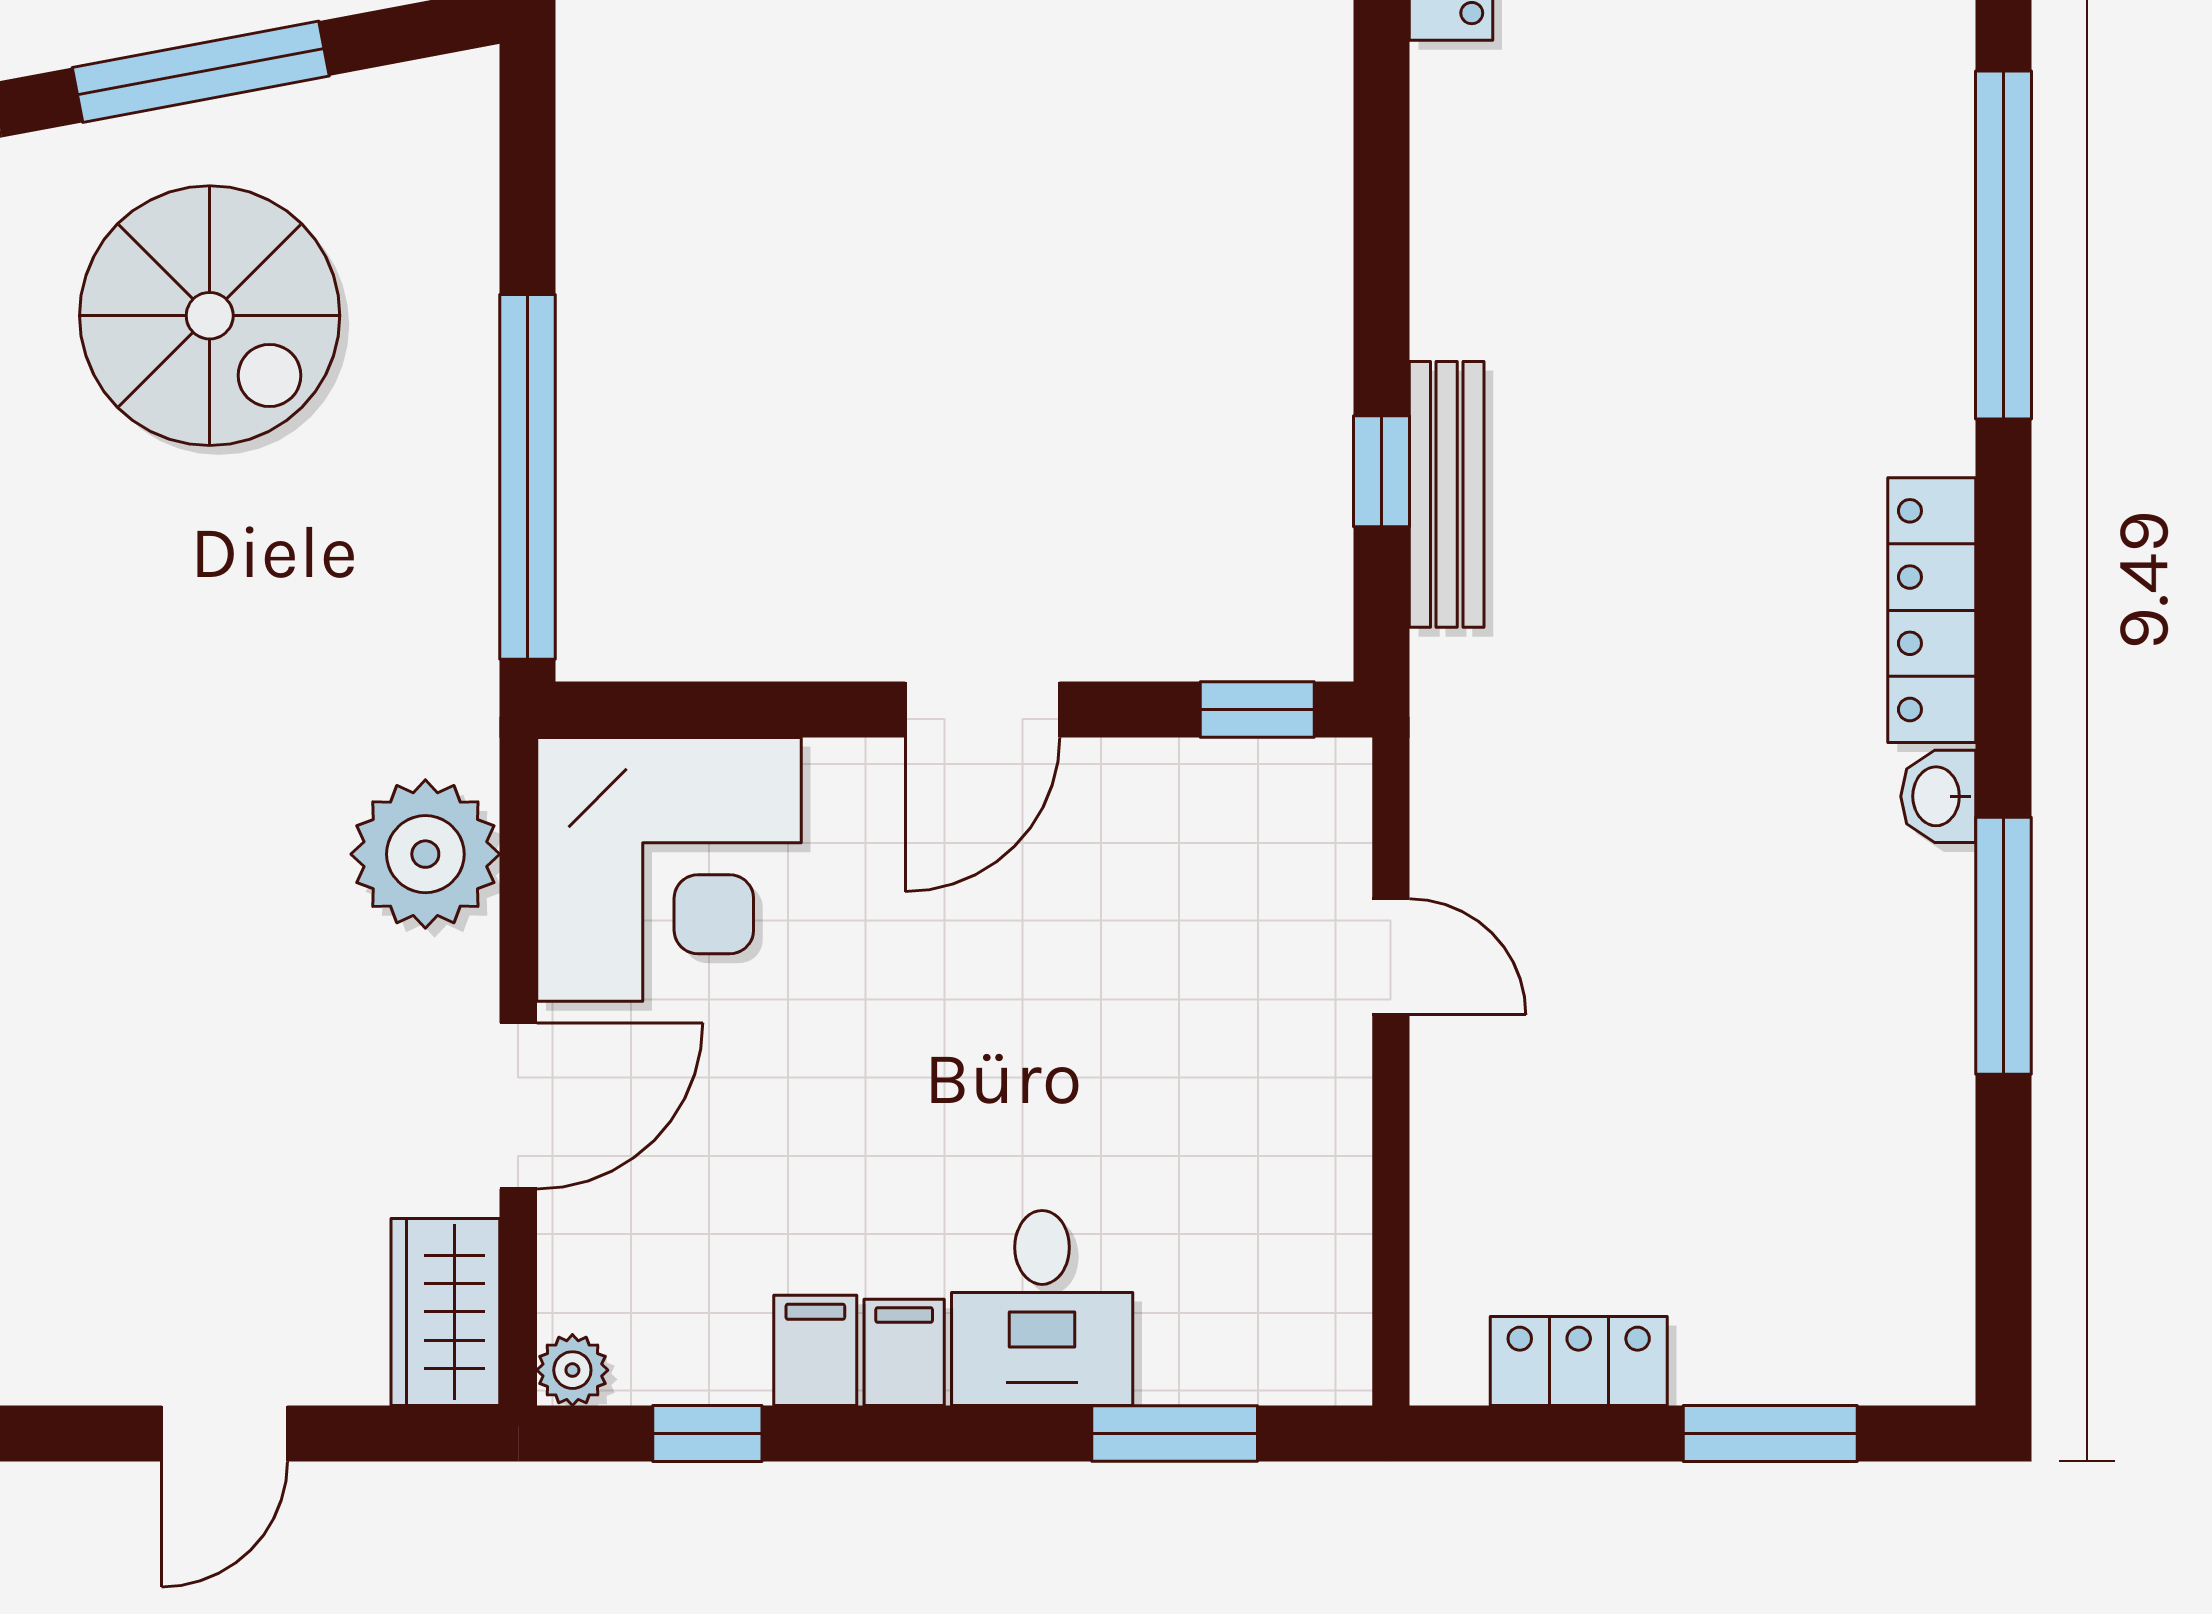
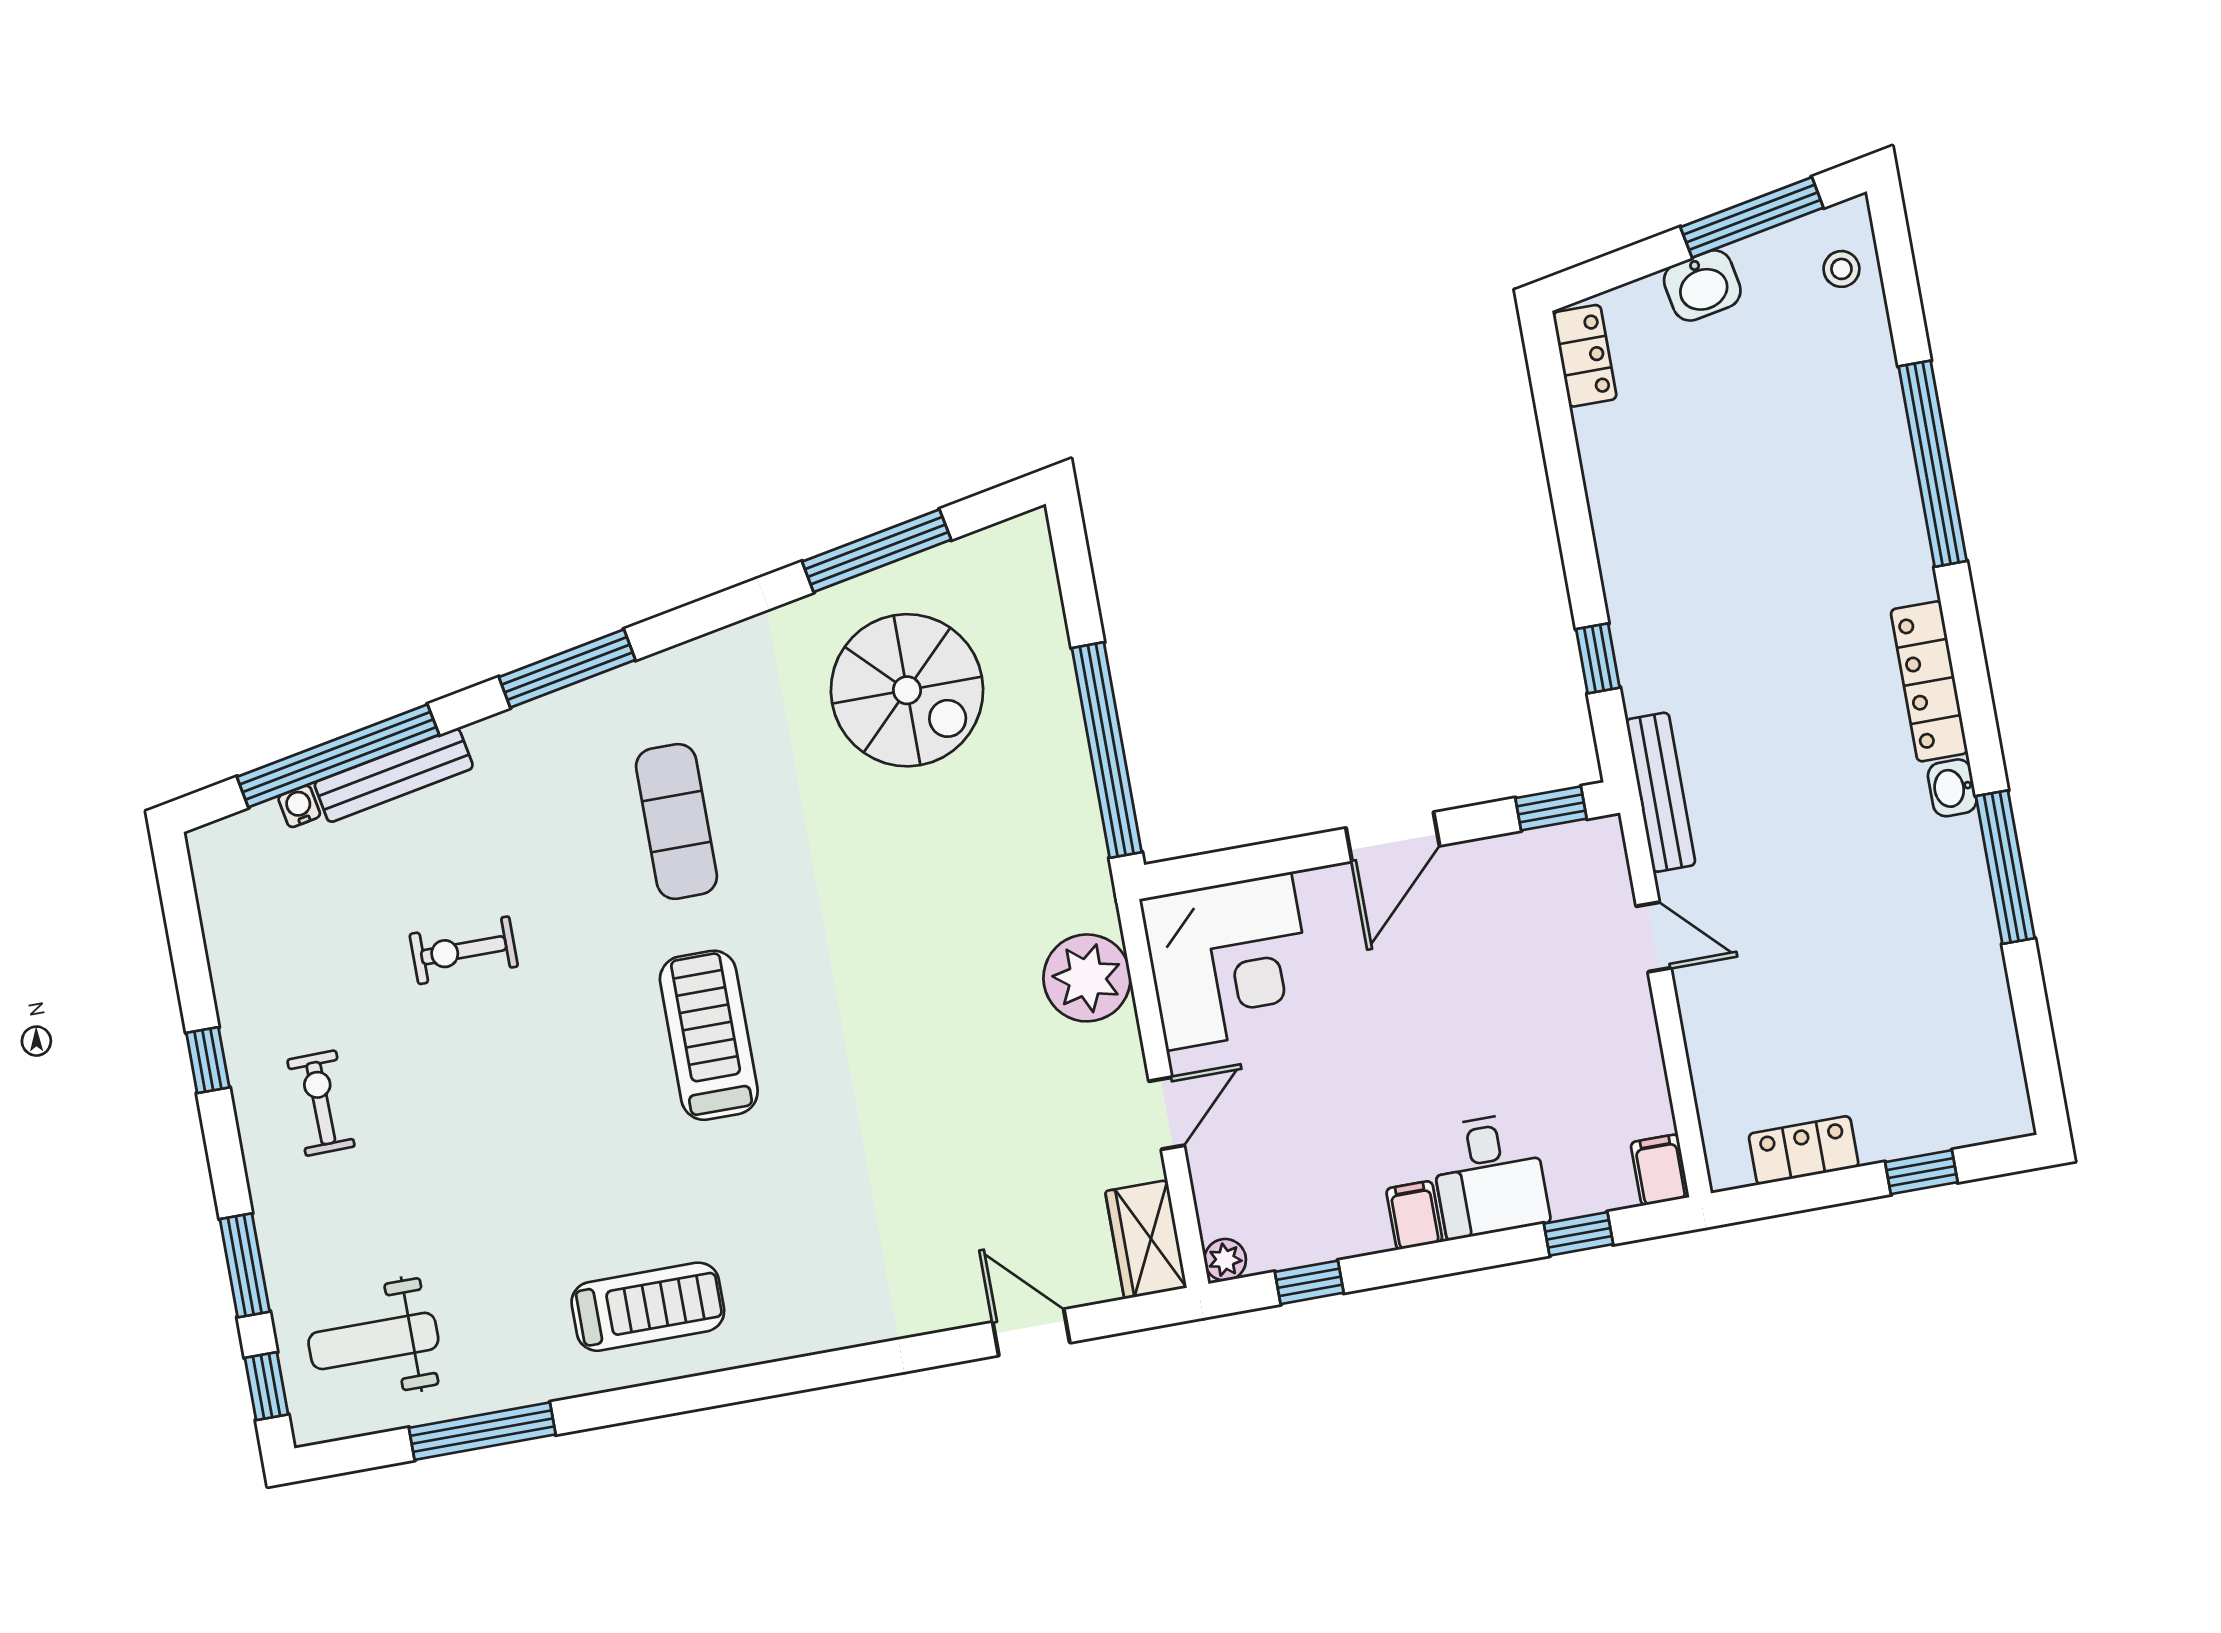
bench: (1447, 494) -> (1661, 792), moved
door: (518, 1106) -> (1167, 1113), width x0.73
filing cabinet: (815, 1350) -> (1660, 1170), moved
door: (224, 1433) -> (1031, 1332), swing flipped
window: (1175, 1433) -> (1578, 1234), width x0.67
window: (1770, 1433) -> (1921, 1172), width x0.67

